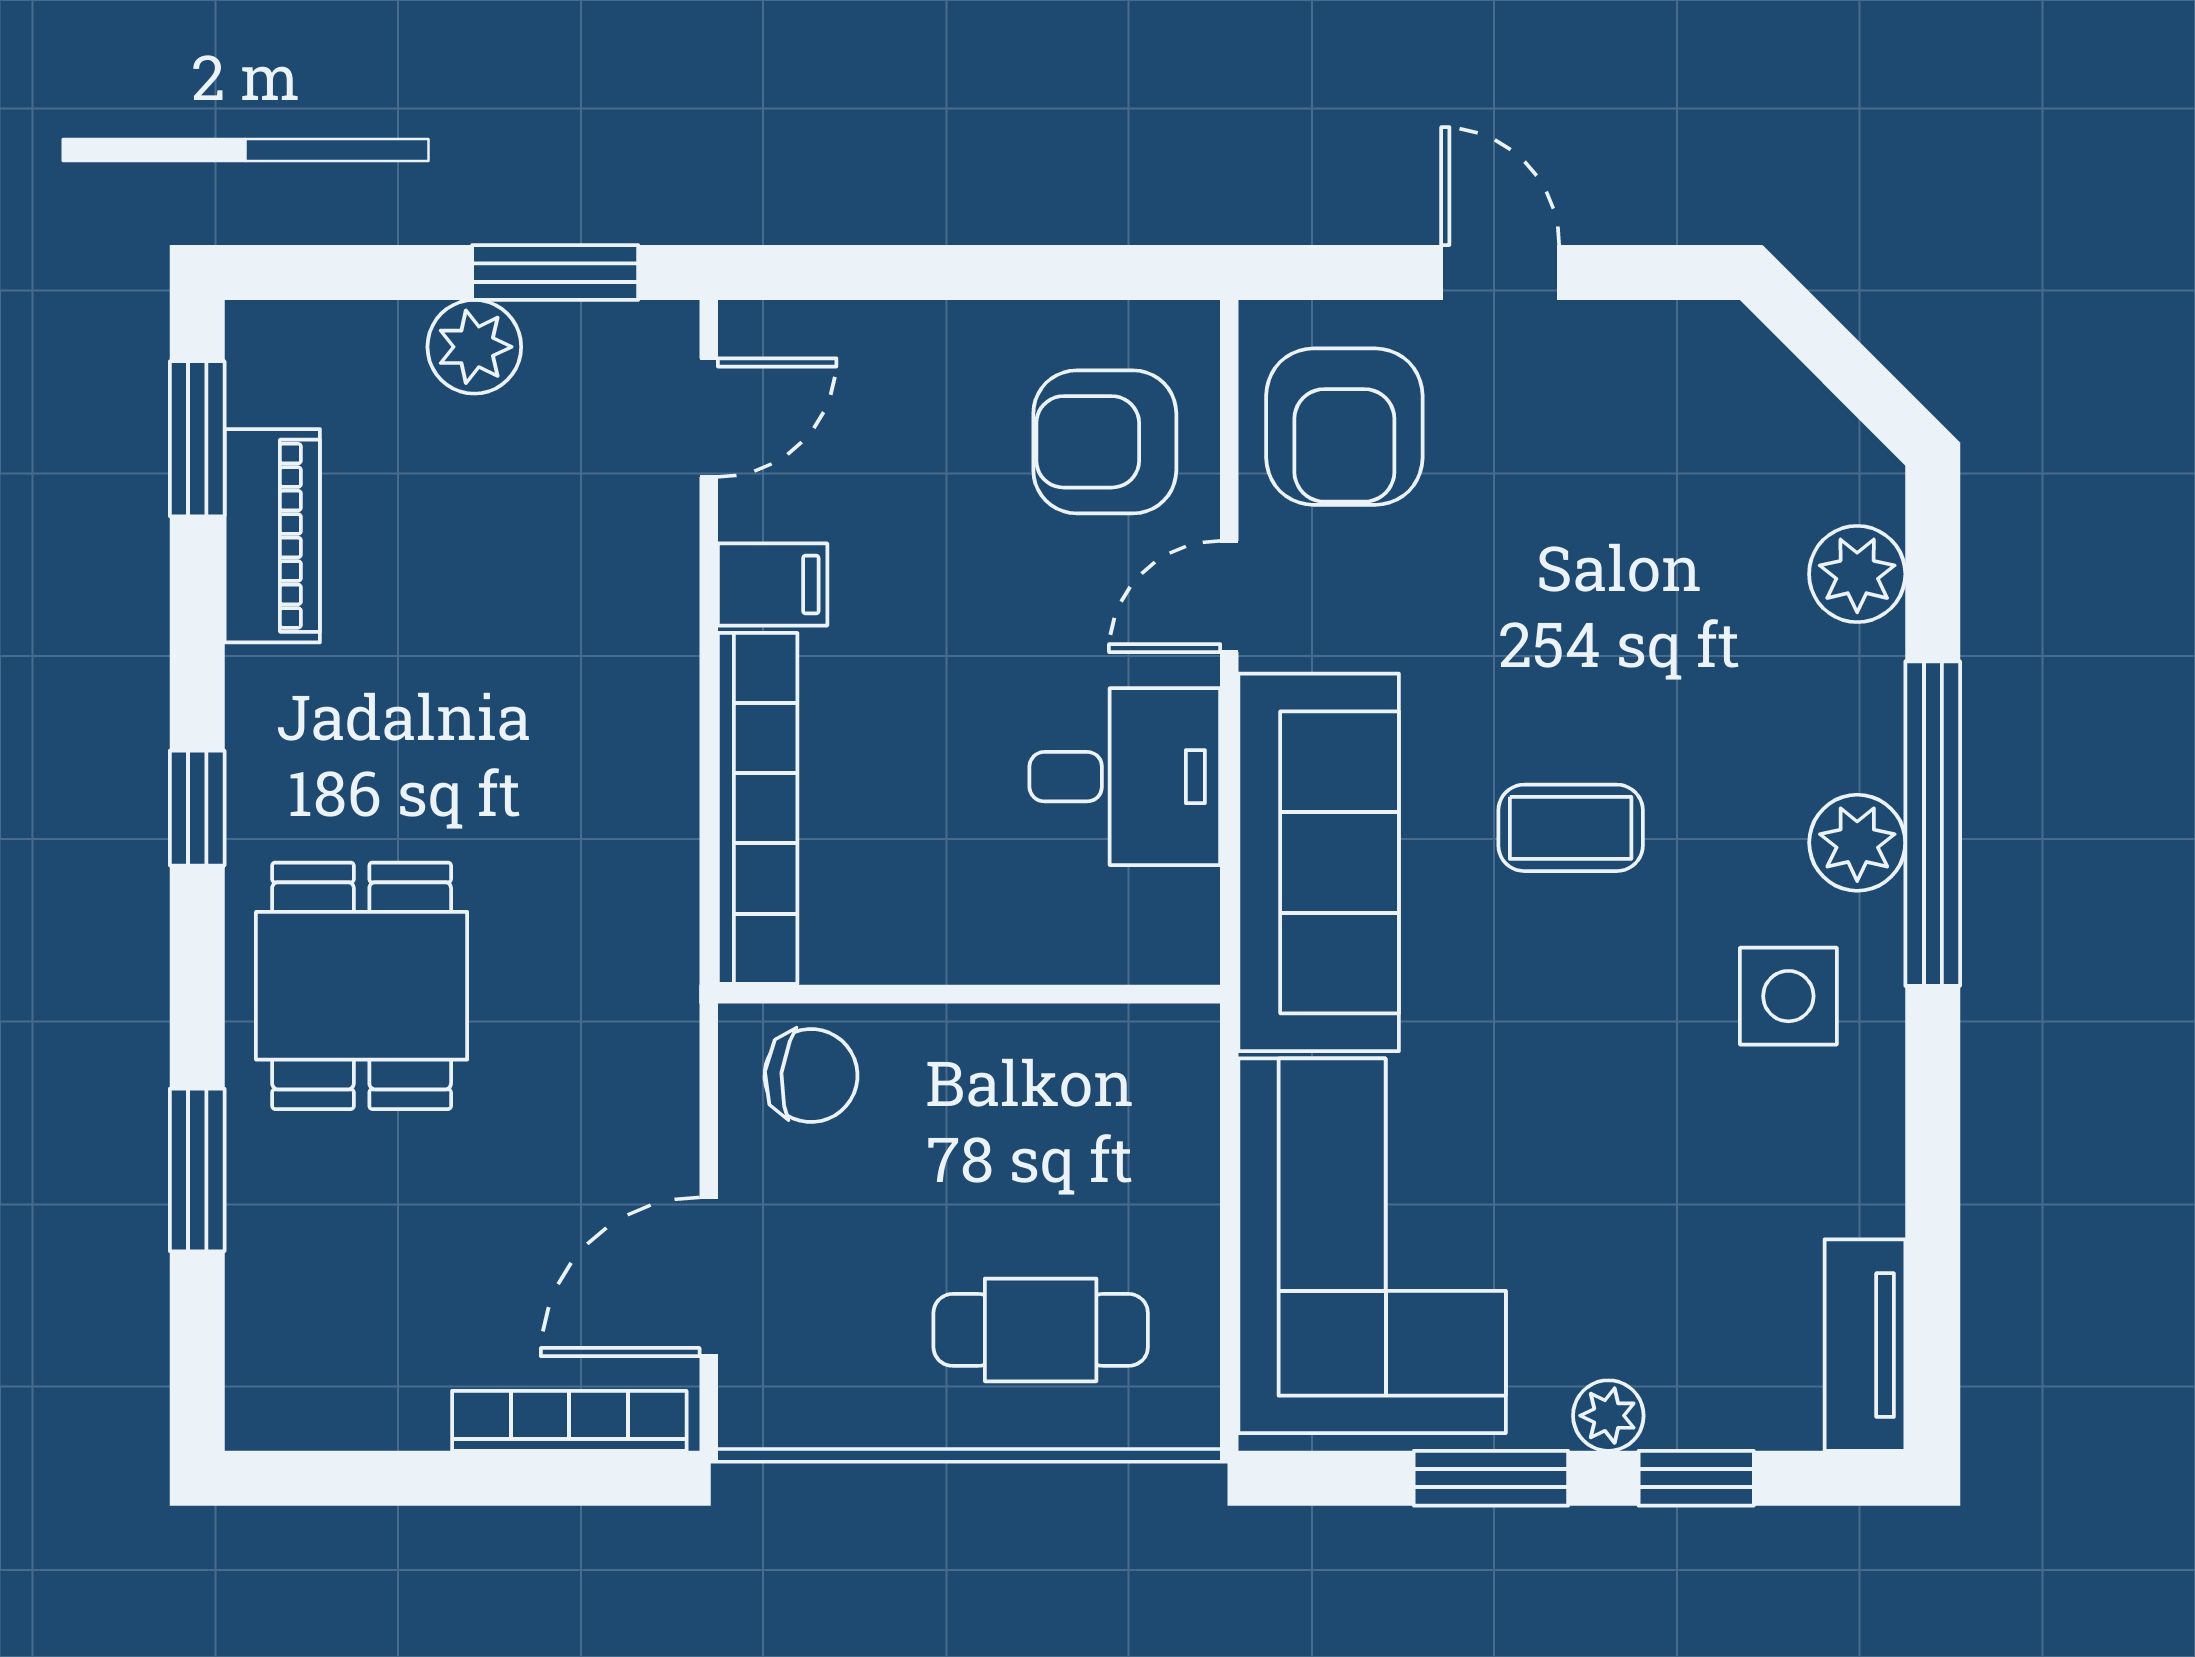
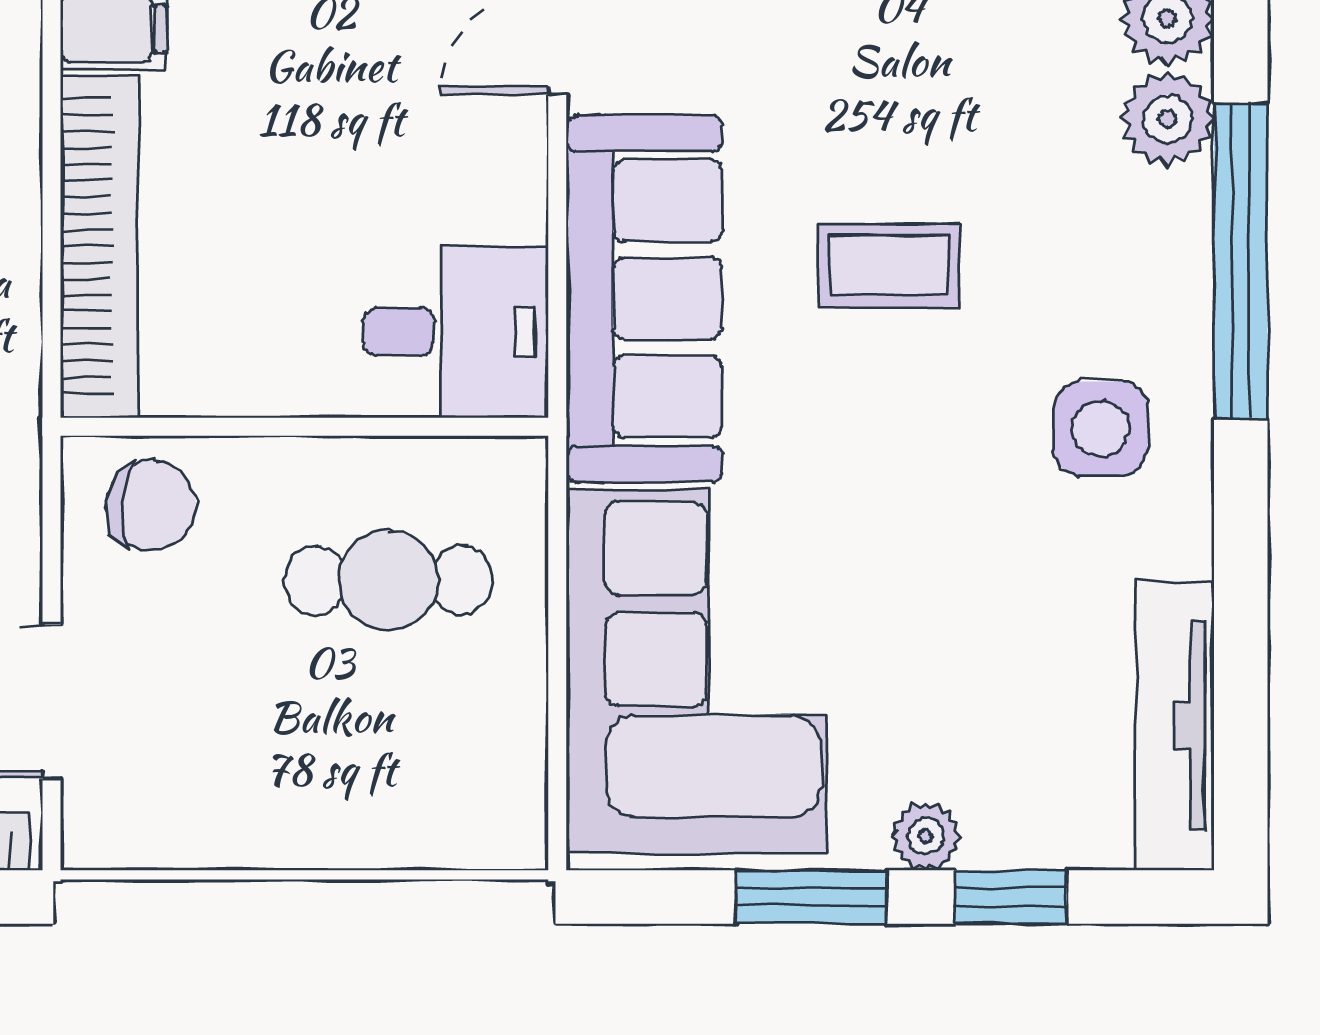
desk: (1125, 777) -> (456, 332), moved
plant: (1857, 843) -> (1167, 119), moved
cafe table: (1041, 1330) -> (388, 580), moved
tv unit: (1865, 1345) -> (1175, 726), width x1.41

